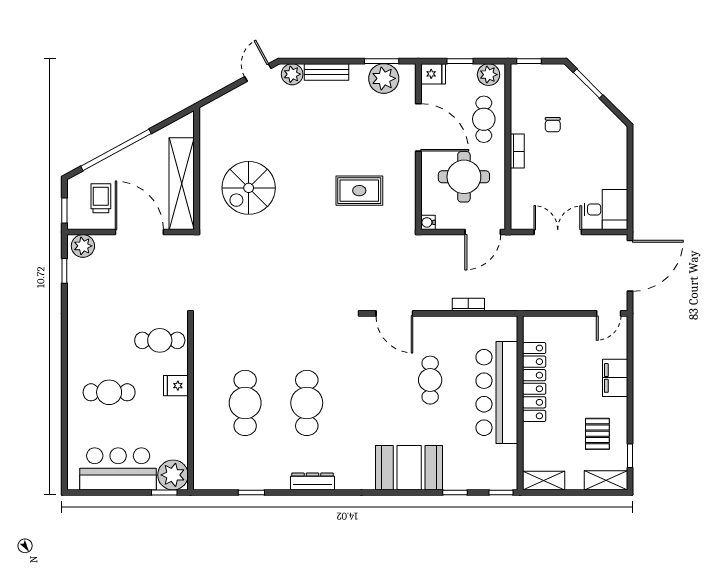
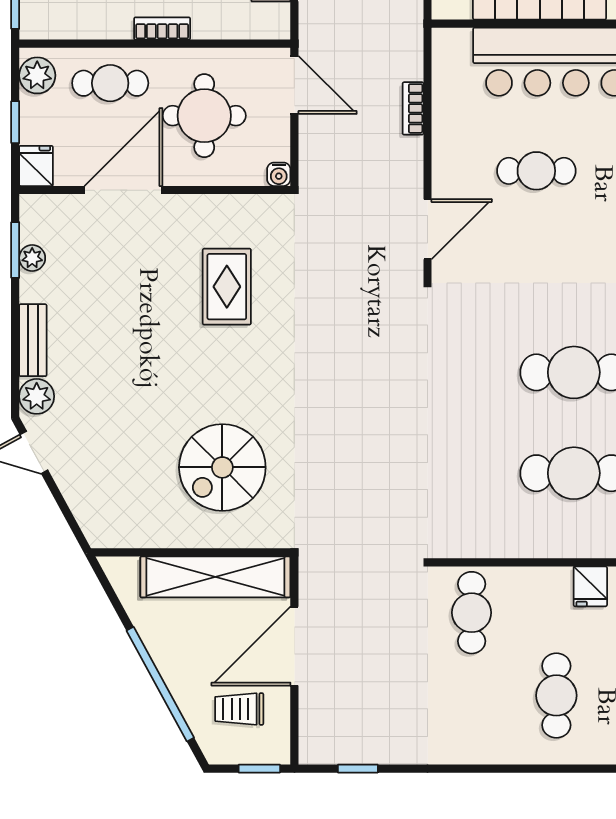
plant: (384, 78) -> (32, 258), width x0.53, depth x0.53
spiral stairs: (249, 188) -> (222, 467), turned 90
plant: (83, 246) -> (317, 738), removed
fridge: (176, 386) -> (590, 586), moved

